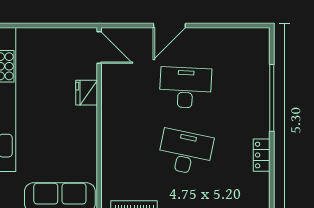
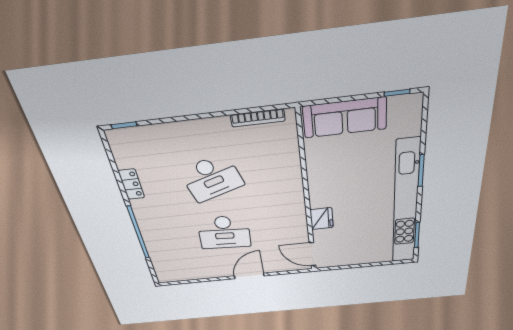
desk: (185, 152) -> (212, 178), turned -30

